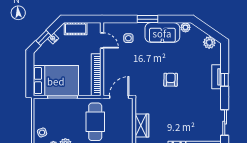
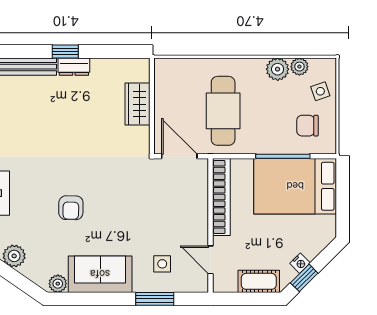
window: (147, 19) -> (155, 299), moved
window: (43, 38) -> (304, 278), moved
armchair: (171, 80) -> (71, 208), moved
door: (119, 97) -> (179, 156), swing flipped
chair: (49, 114) -> (308, 126), added

